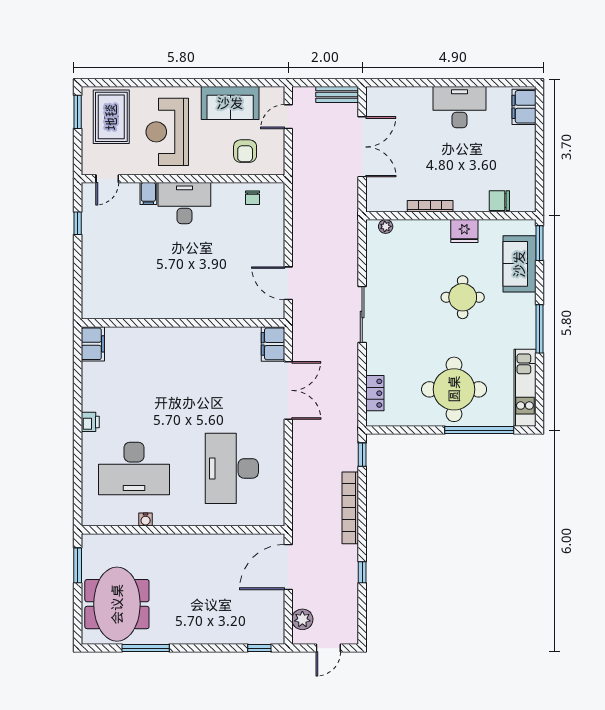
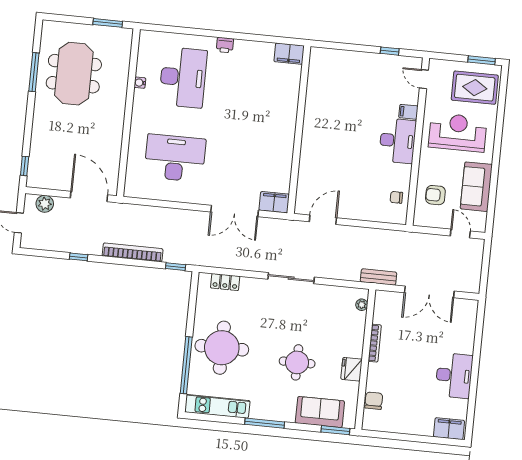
bench: (337, 95) -> (379, 277), moved, turned 90
desk: (134, 468) -> (183, 77), turned 180
meeting table: (117, 604) -> (74, 74), moved, turned 90

